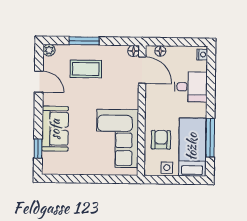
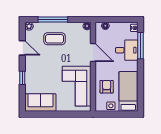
window: (84, 41) -> (53, 19), width x1.44
door: (142, 70) -> (93, 52), moved
sofa: (55, 129) -> (40, 103), moved, turned -90
window: (210, 138) -> (140, 46), moved
window: (38, 149) -> (22, 78), moved

